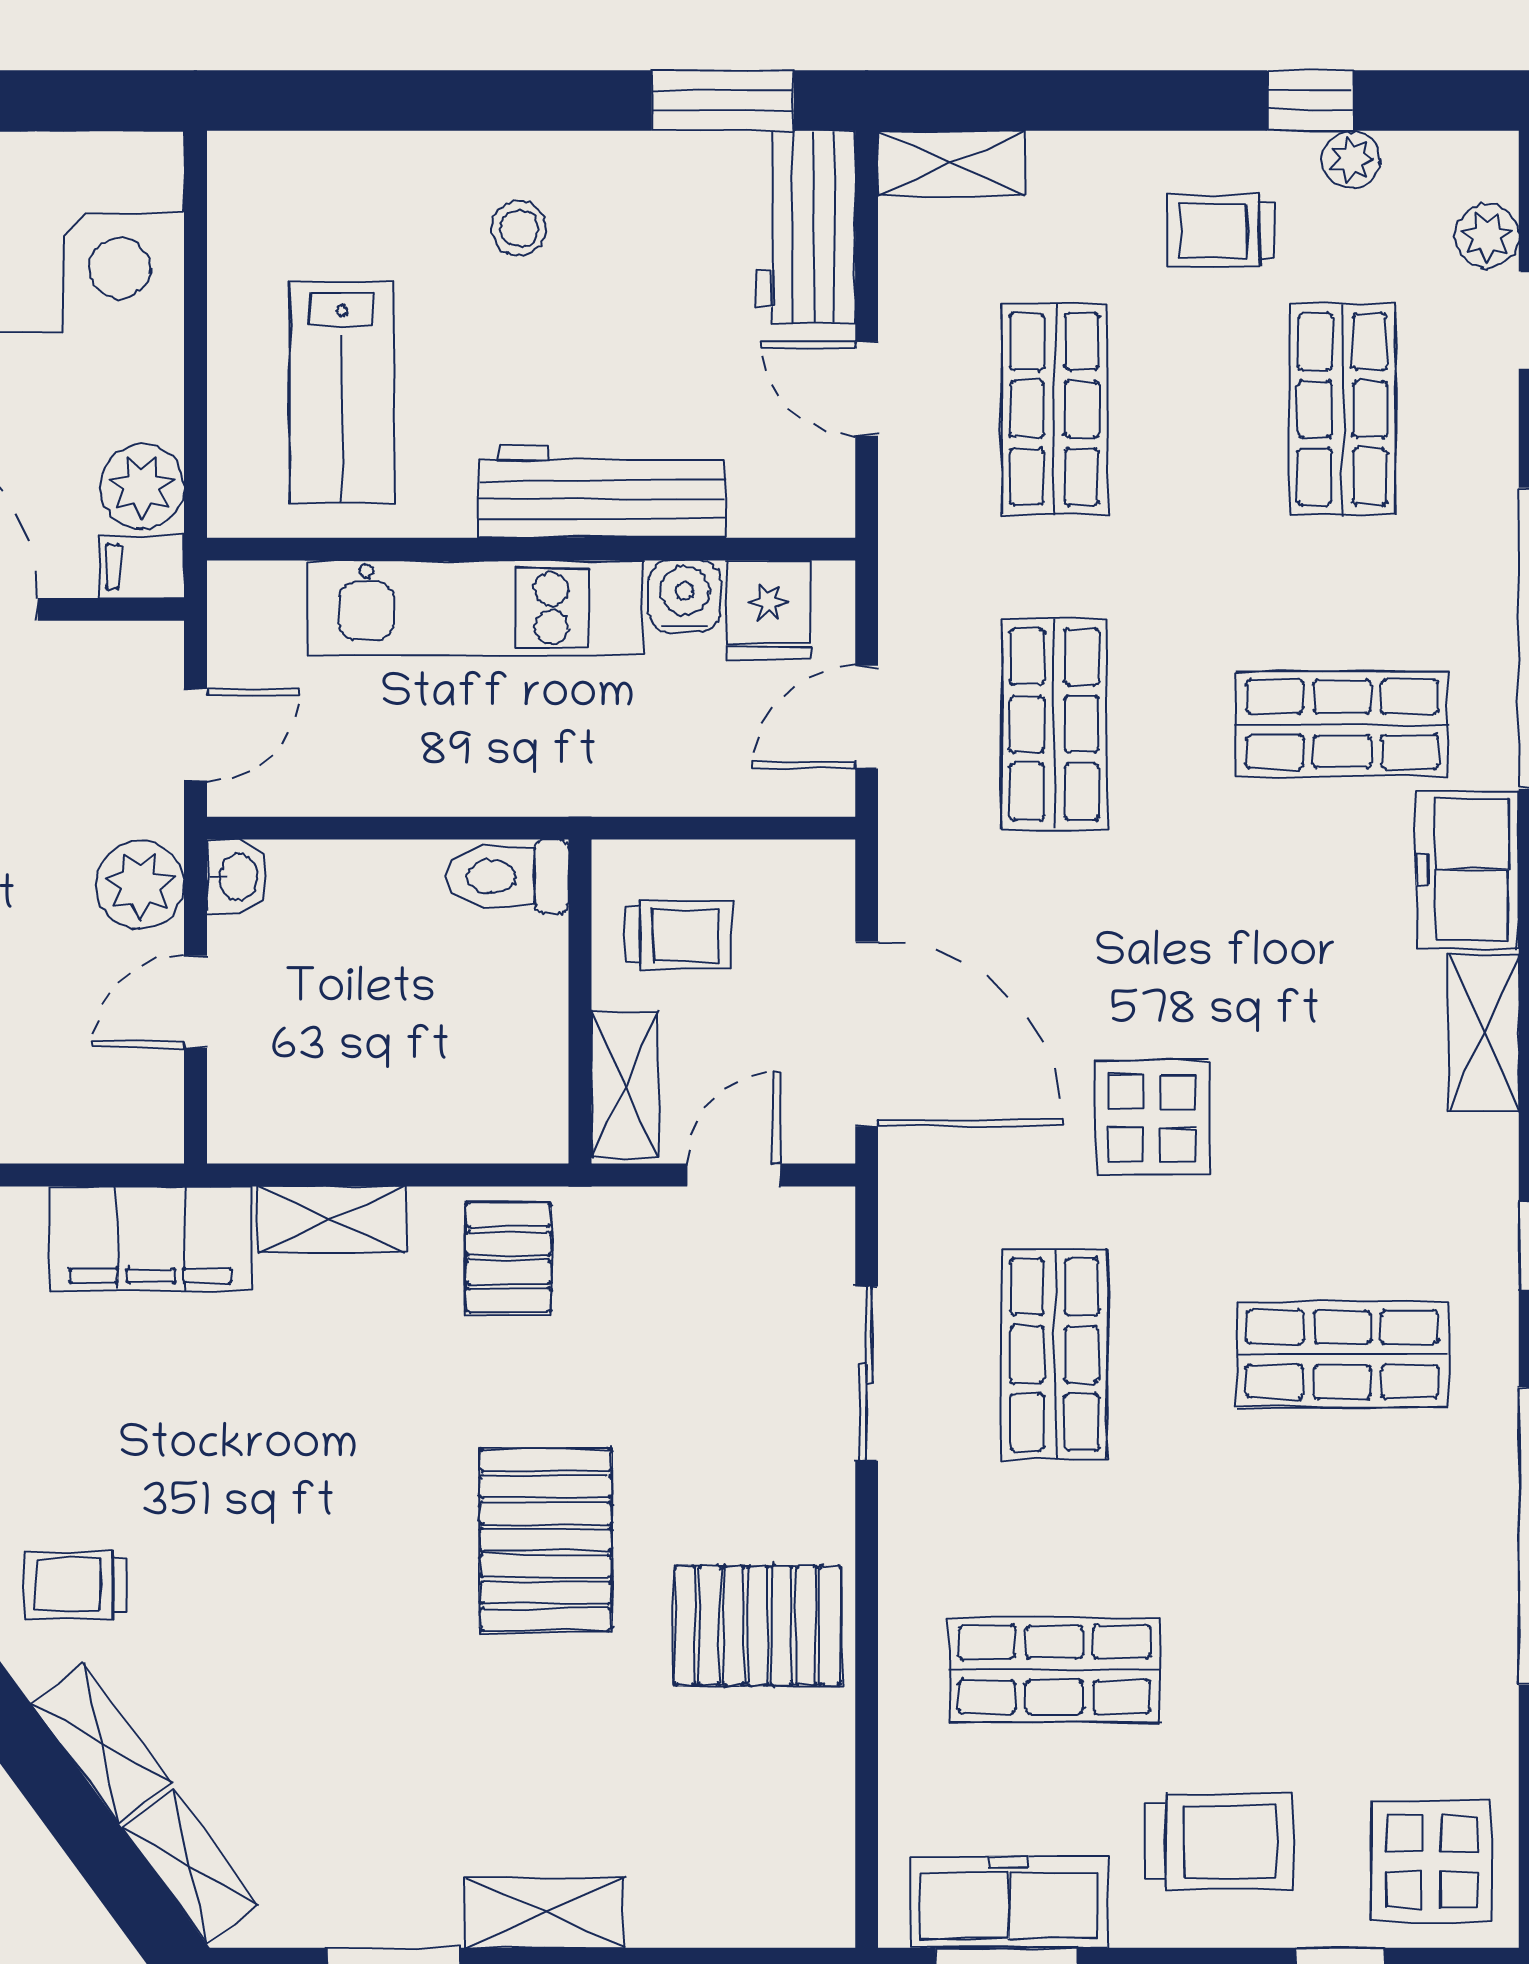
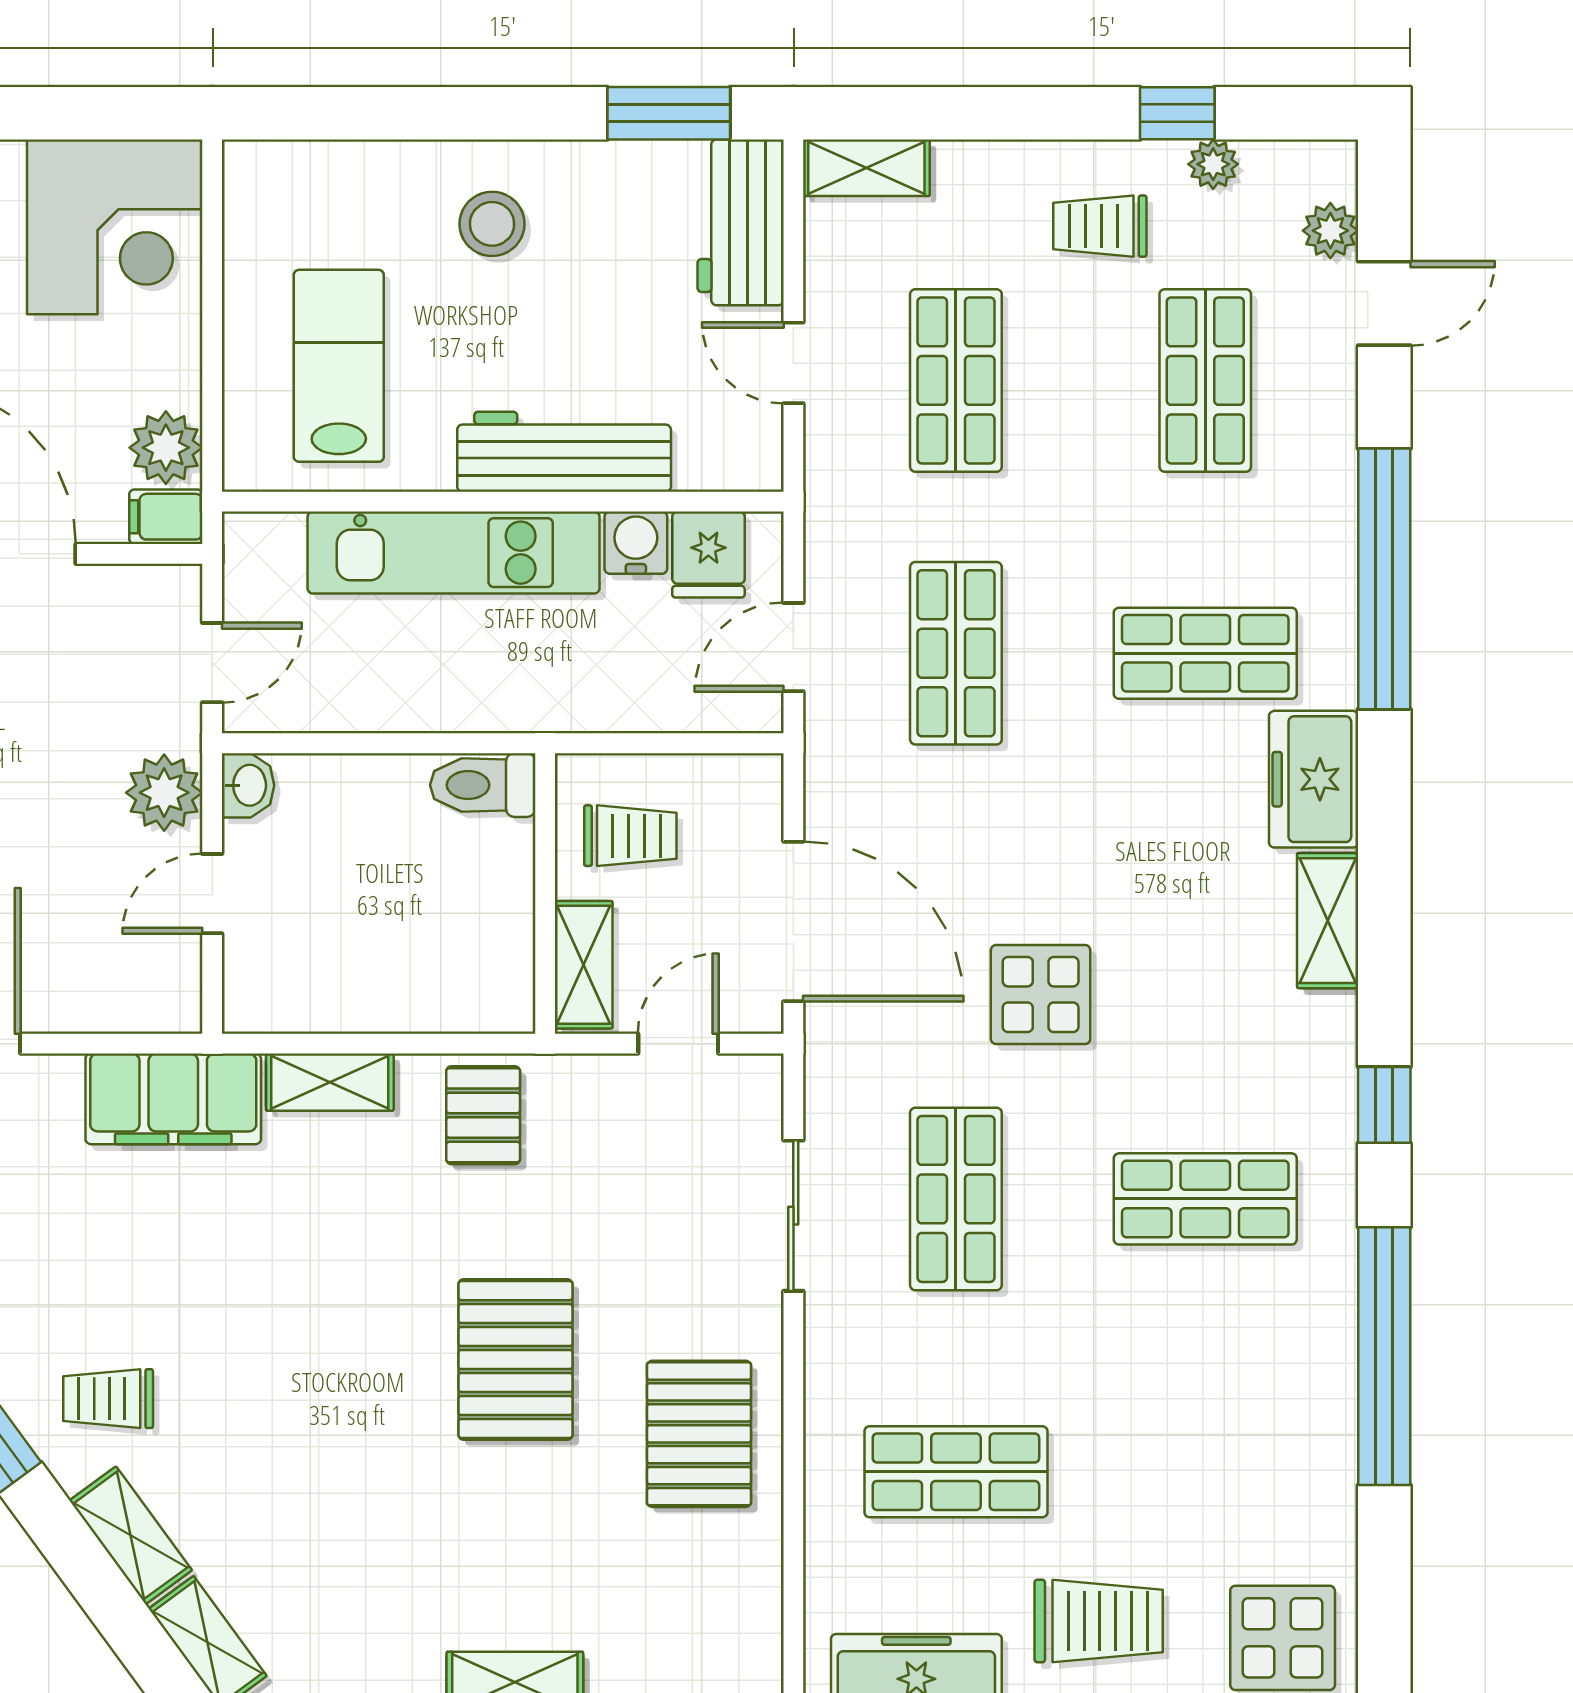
stool: (519, 228) -> (492, 224), width x1.37, depth x1.37
lab bench: (342, 392) -> (339, 366), turned 180
pallet: (758, 1626) -> (699, 1434), turned 90

